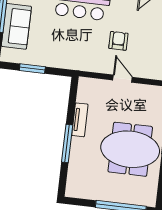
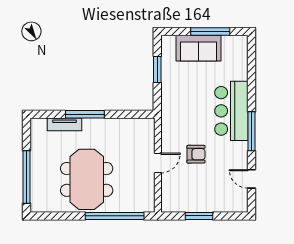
tv unit: (80, 120) -> (65, 124), moved

